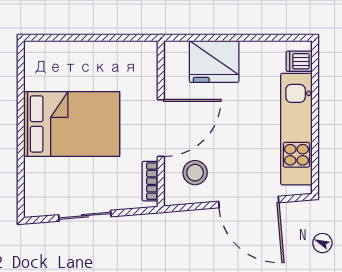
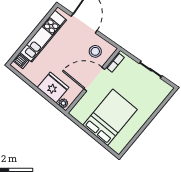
plant: (178, 50) -> (63, 103), added
bed: (72, 124) -> (110, 117), moved, turned 90

